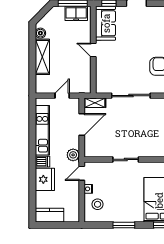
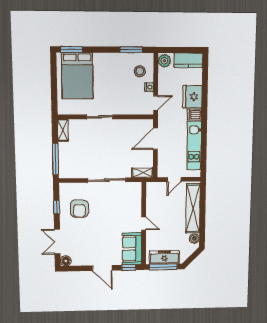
freezer: (76, 13) -> (164, 257), width x1.40
shelving: (42, 57) -> (193, 208), width x1.47
door: (82, 124) -> (155, 139), moved
plant: (73, 155) -> (165, 61), moved
sliding door: (126, 159) -> (100, 117), moved
window: (124, 225) -> (131, 50), moved

